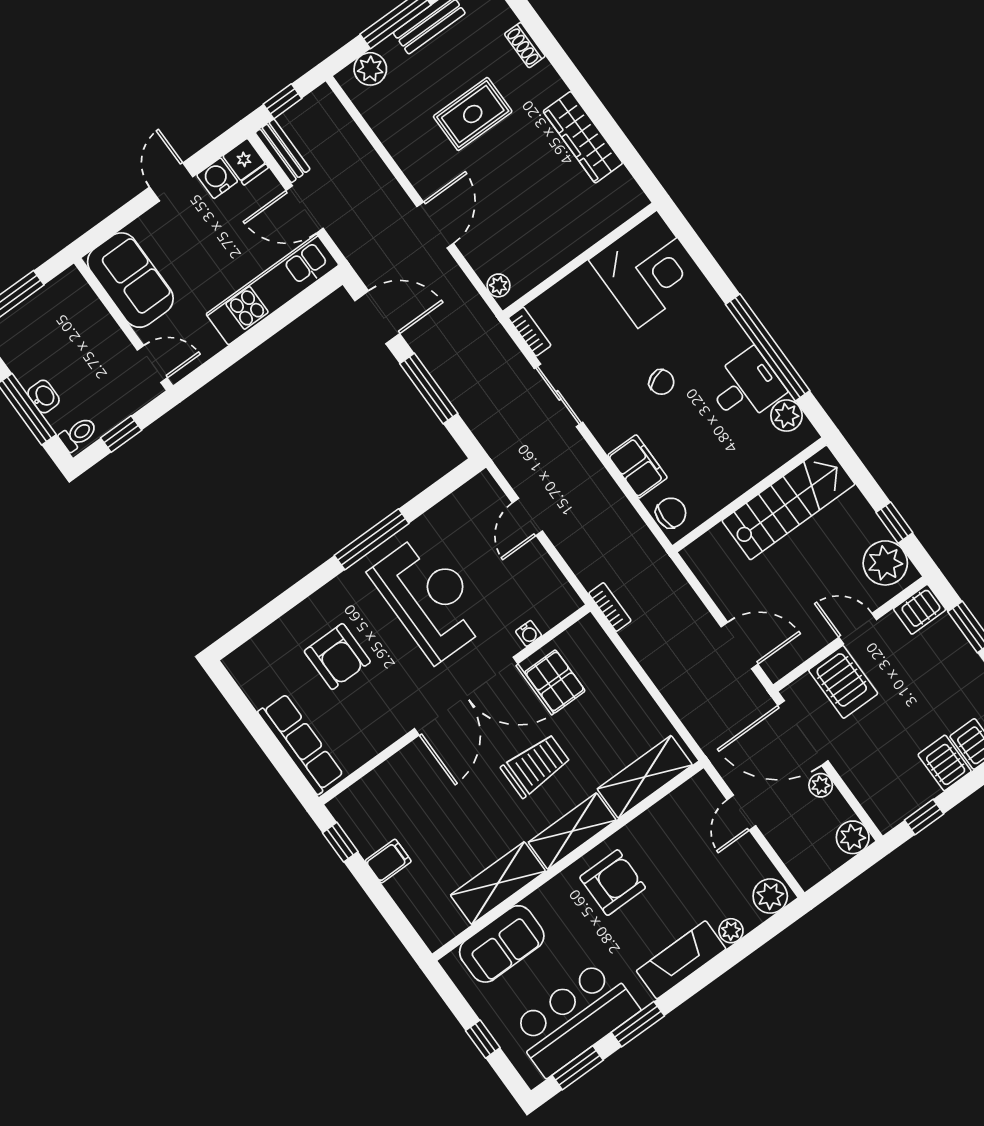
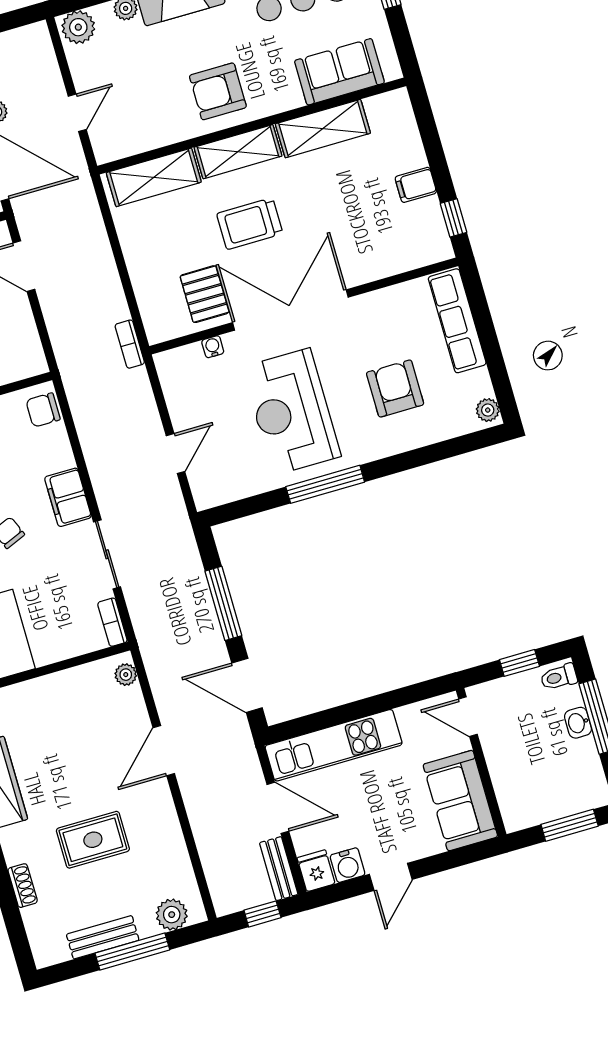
filing cabinet: (638, 466) -> (68, 497), moved
plant: (240, 668) -> (488, 410), added

